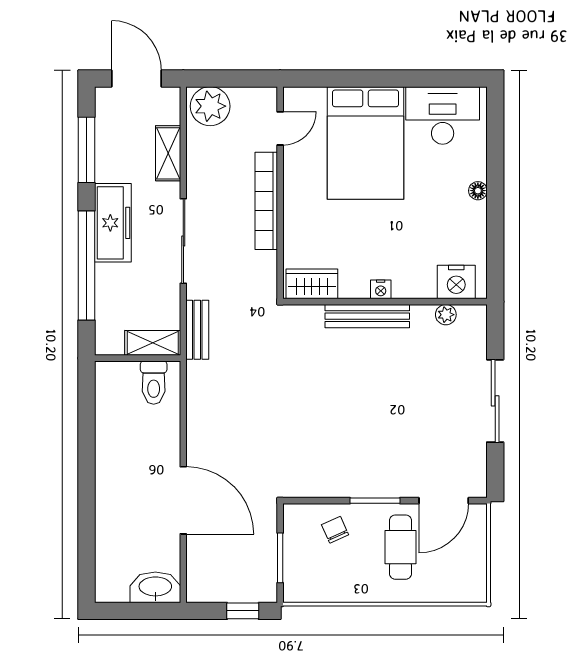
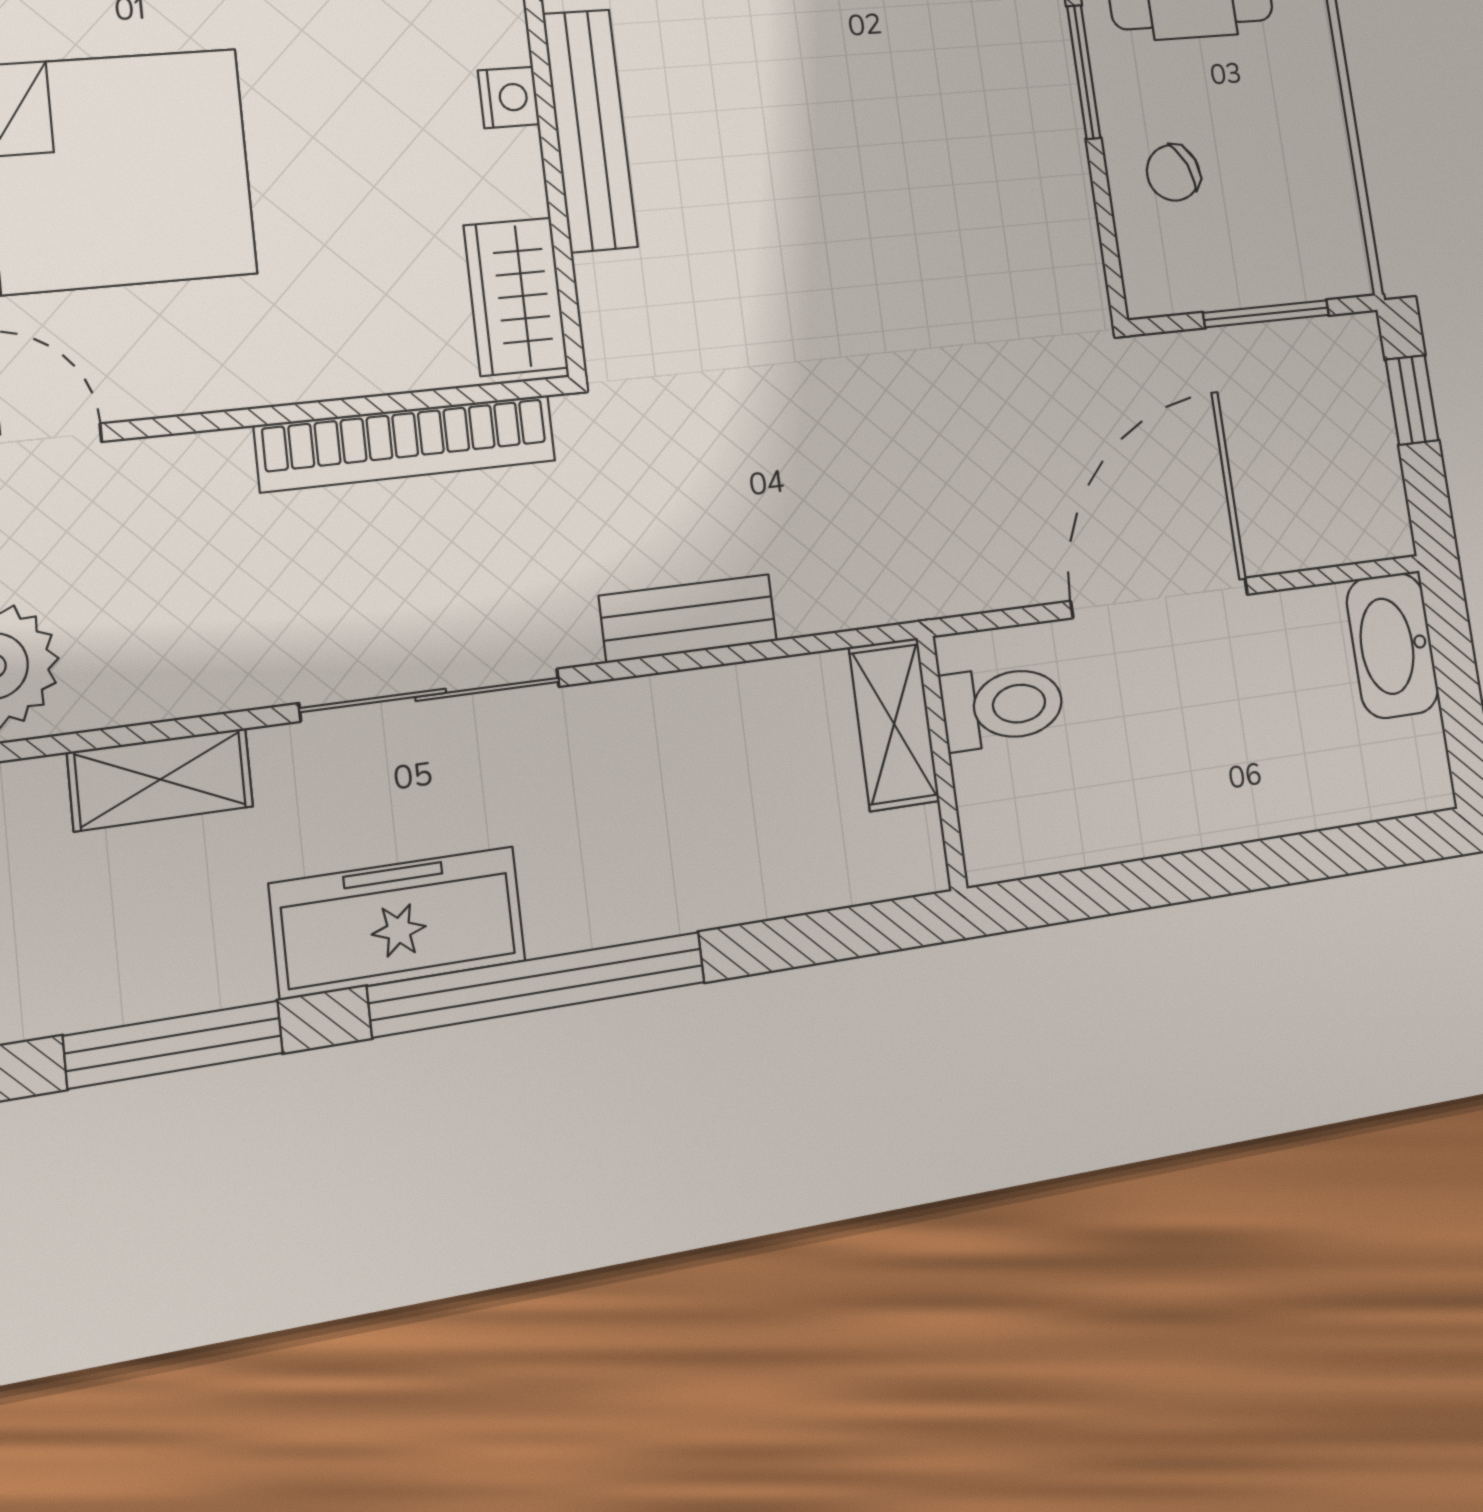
bookcase: (266, 201) -> (406, 443), moved
shelving: (153, 343) -> (894, 724), moved
wall: (138, 358) -> (942, 763), moved
toilet: (154, 383) -> (1003, 706), moved

